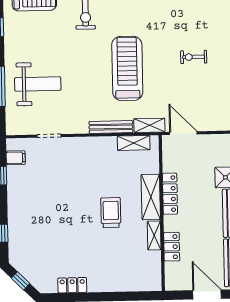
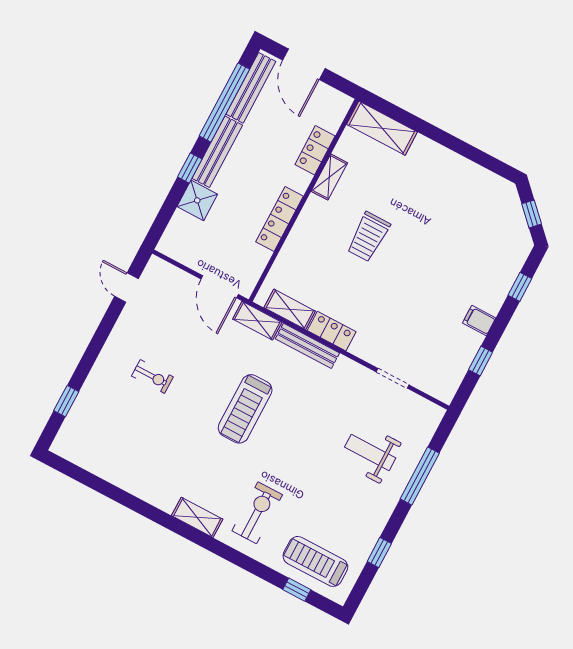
treadmill: (127, 68) -> (245, 409), width x0.73, depth x0.73
weight bench: (38, 84) -> (370, 452), width x0.73, depth x0.75
filing cabinet: (16, 158) -> (479, 320), moved
shelving: (151, 197) -> (382, 128), moved, turned 90
locker: (72, 285) -> (332, 331), moved, turned 180

